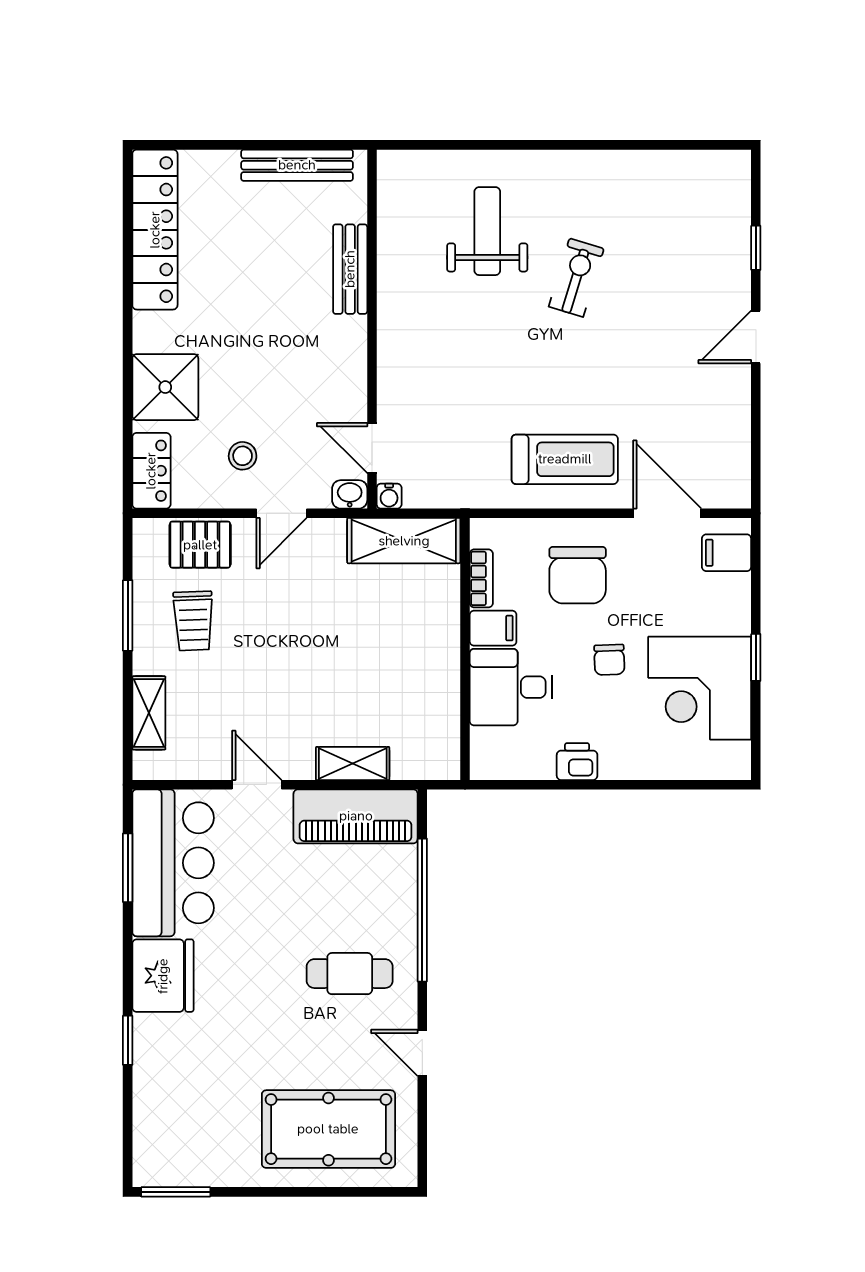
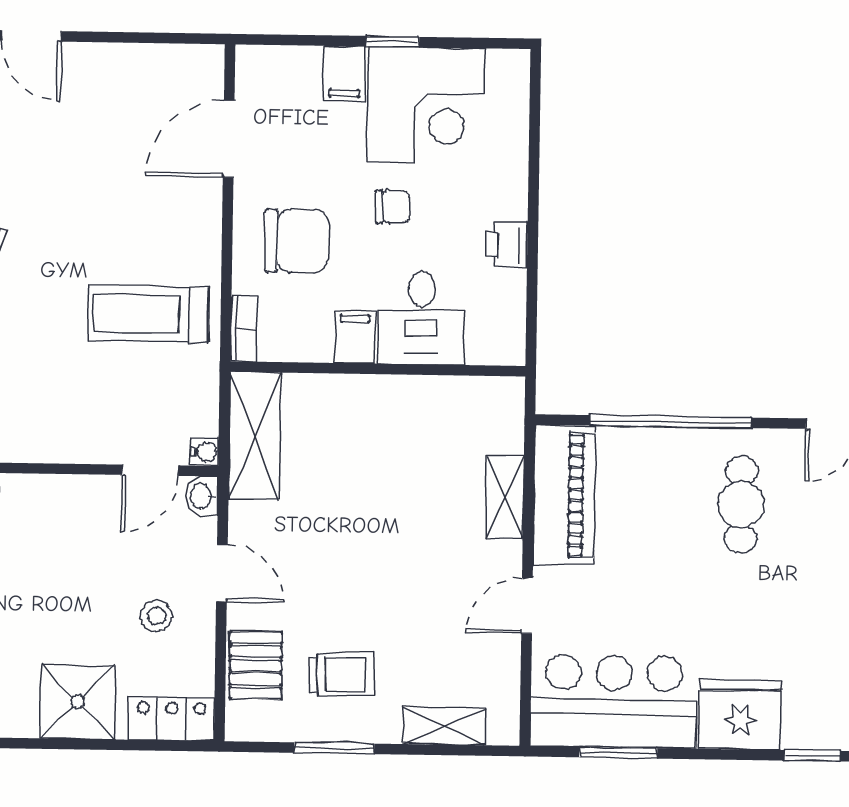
treadmill: (565, 459) -> (148, 314), moved, turned -90
filing cabinet: (727, 553) -> (344, 74), moved
bookcase: (481, 578) -> (244, 329), moved, turned 90

